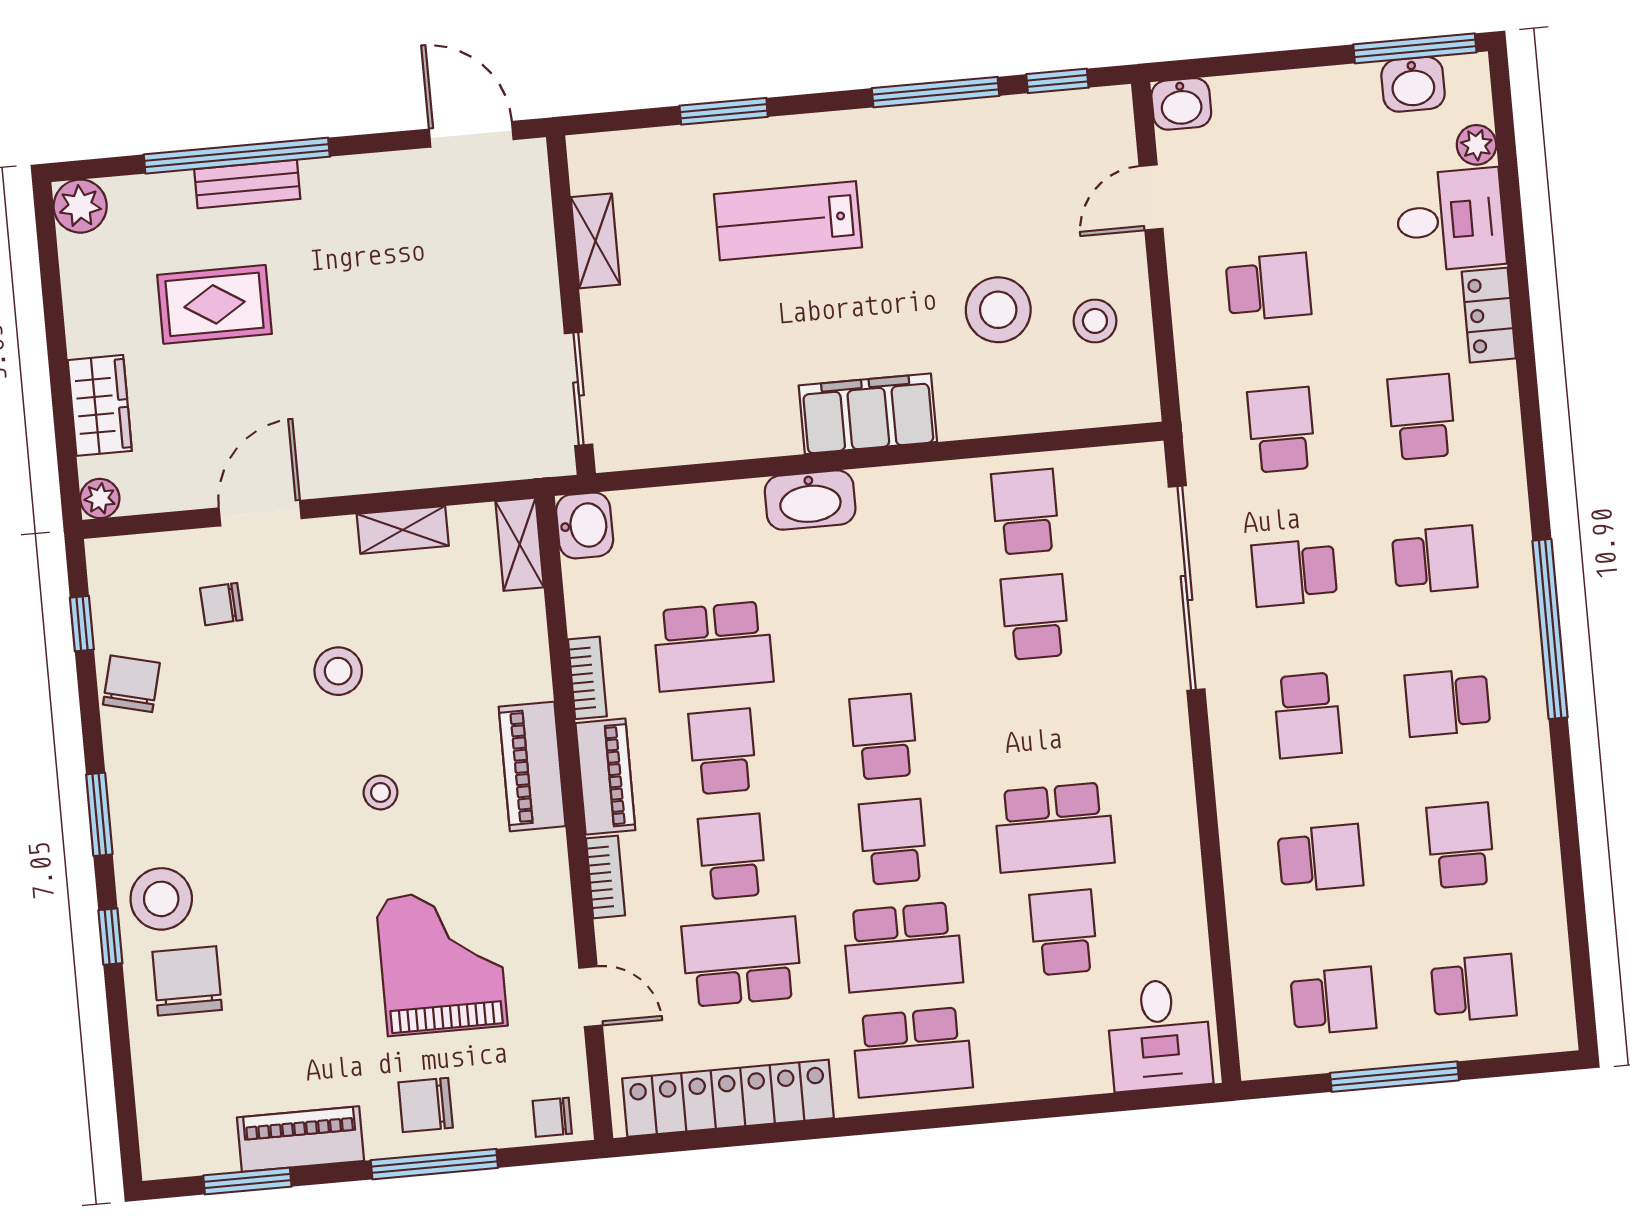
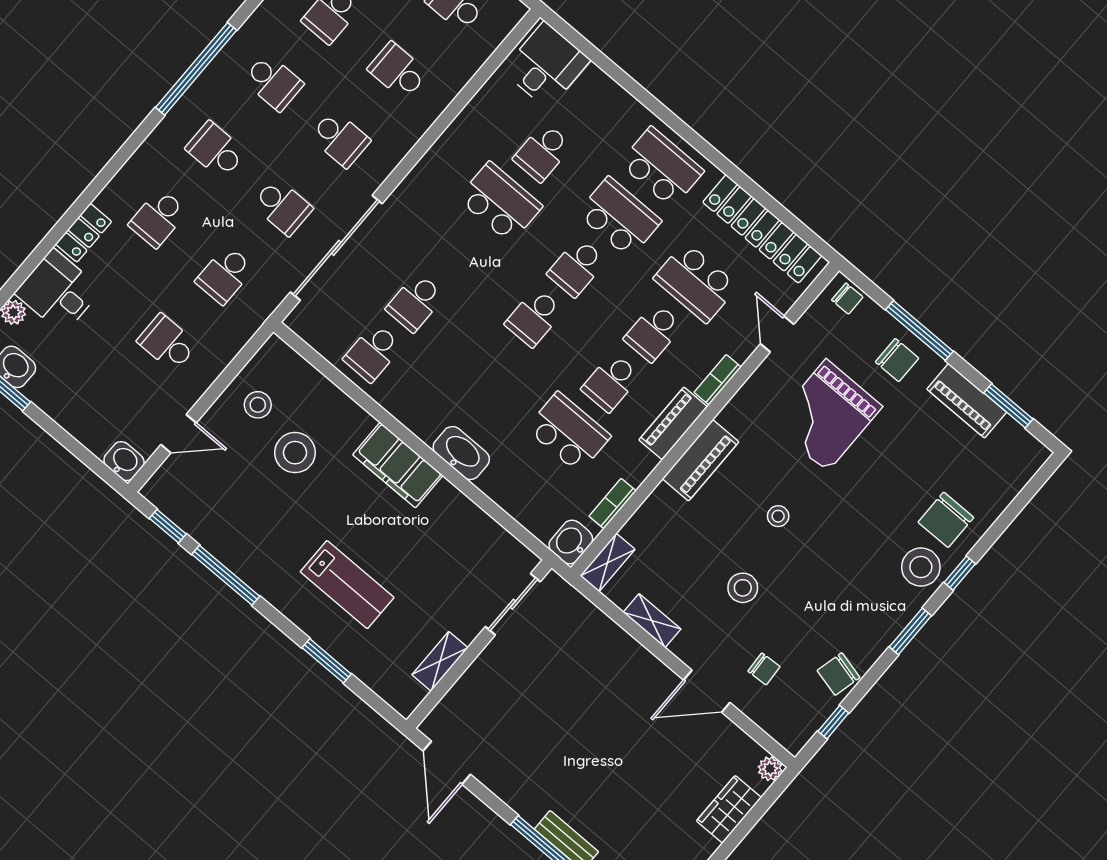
rug: (215, 304) -> (634, 802), removed
bookcase: (587, 678) -> (613, 503), moved
school desk: (1307, 715) -> (340, 139), turned 90

